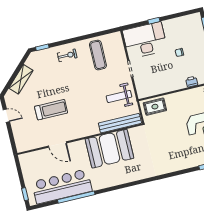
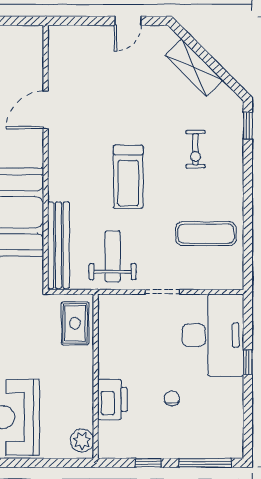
exercise bike: (67, 55) -> (195, 149), moved
printer: (192, 82) -> (112, 399), width x1.87, depth x1.48
treadmill: (51, 110) -> (128, 177), moved

